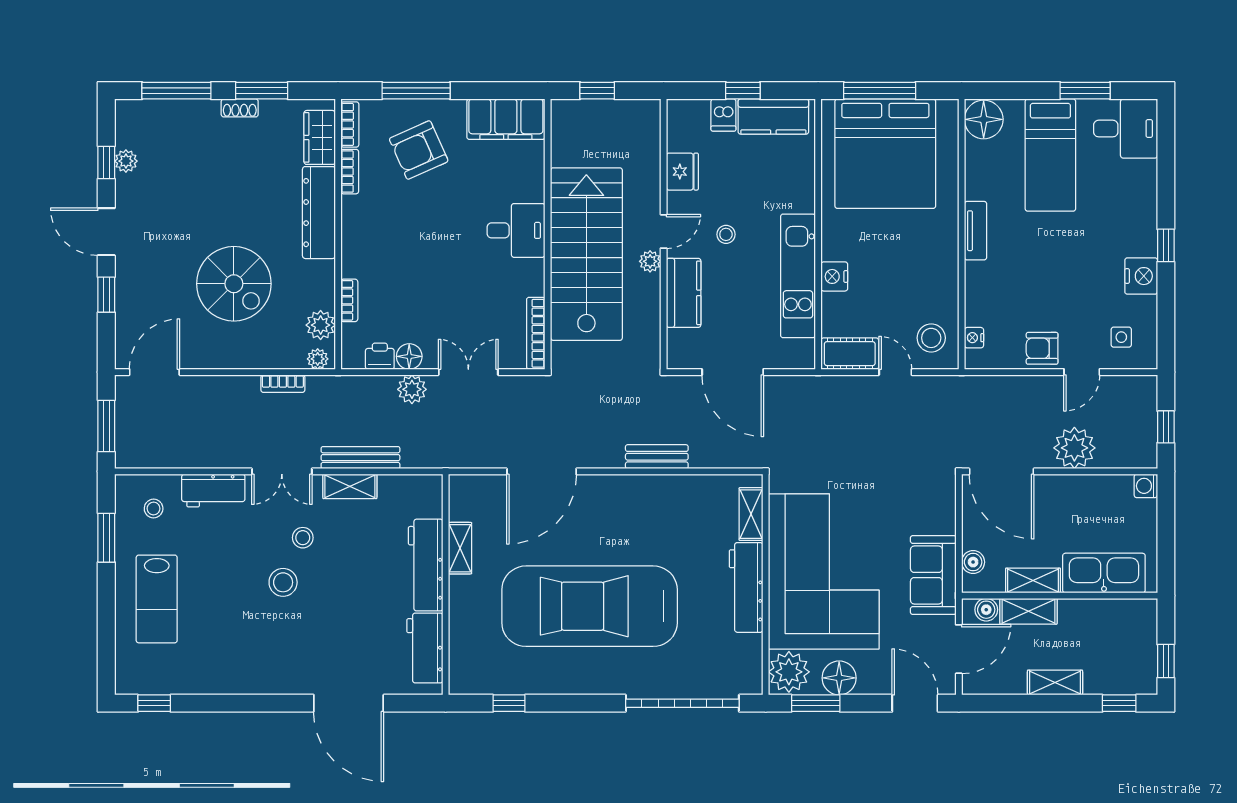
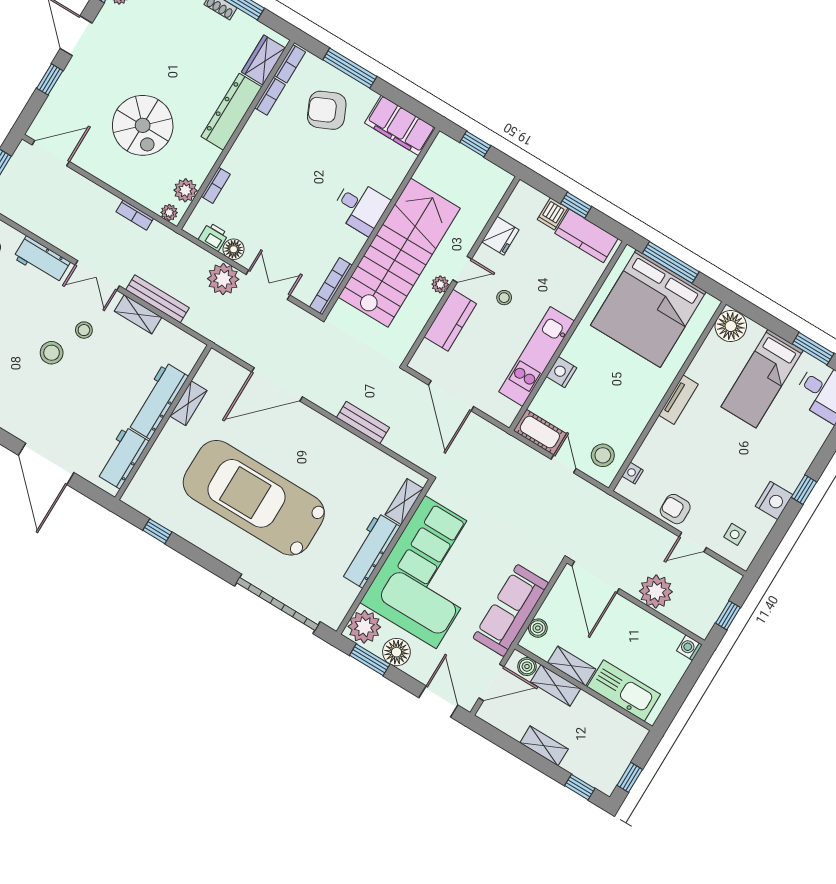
plant: (412, 389) -> (223, 279), width x1.36, depth x1.36
sofa: (933, 575) -> (511, 610), width x1.36

